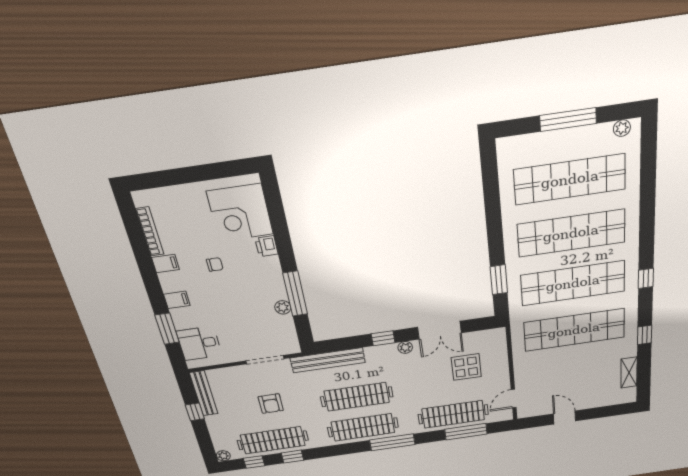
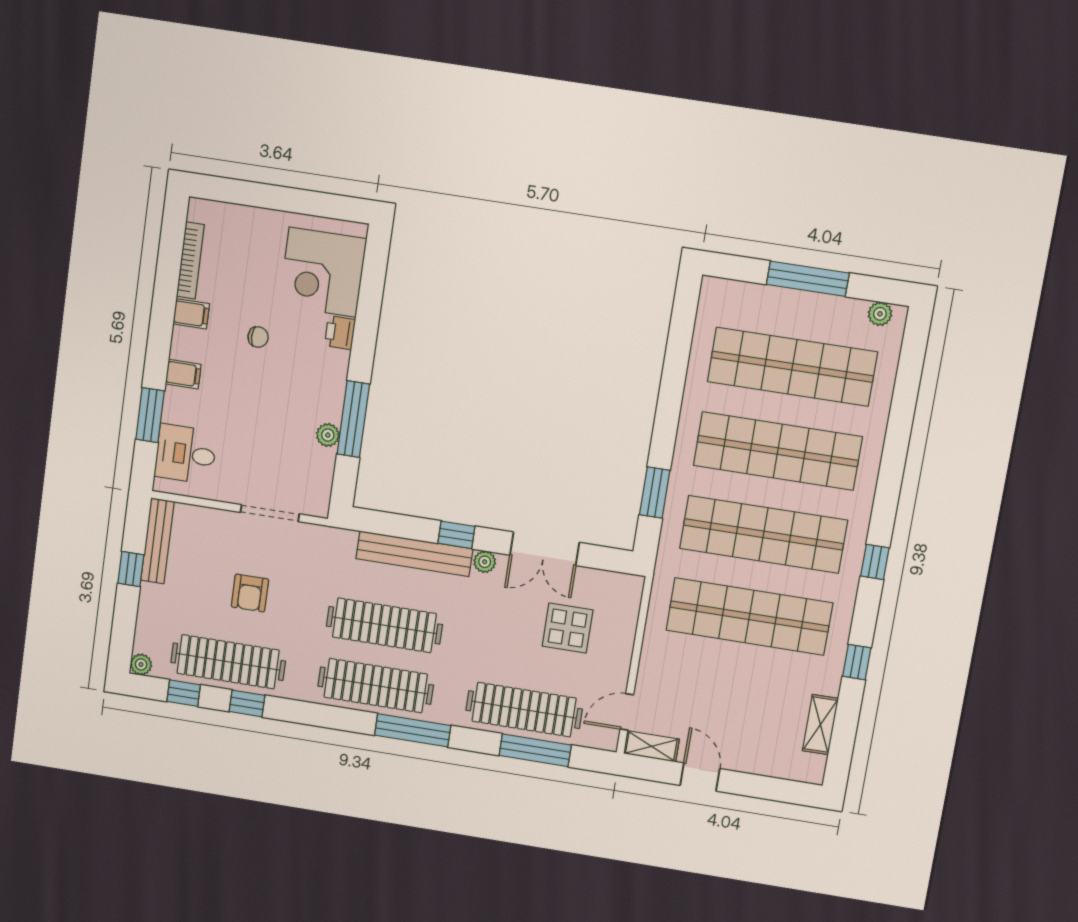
bench: (328, 360) -> (414, 554), moved
shelving: (533, 411) -> (651, 746), added

